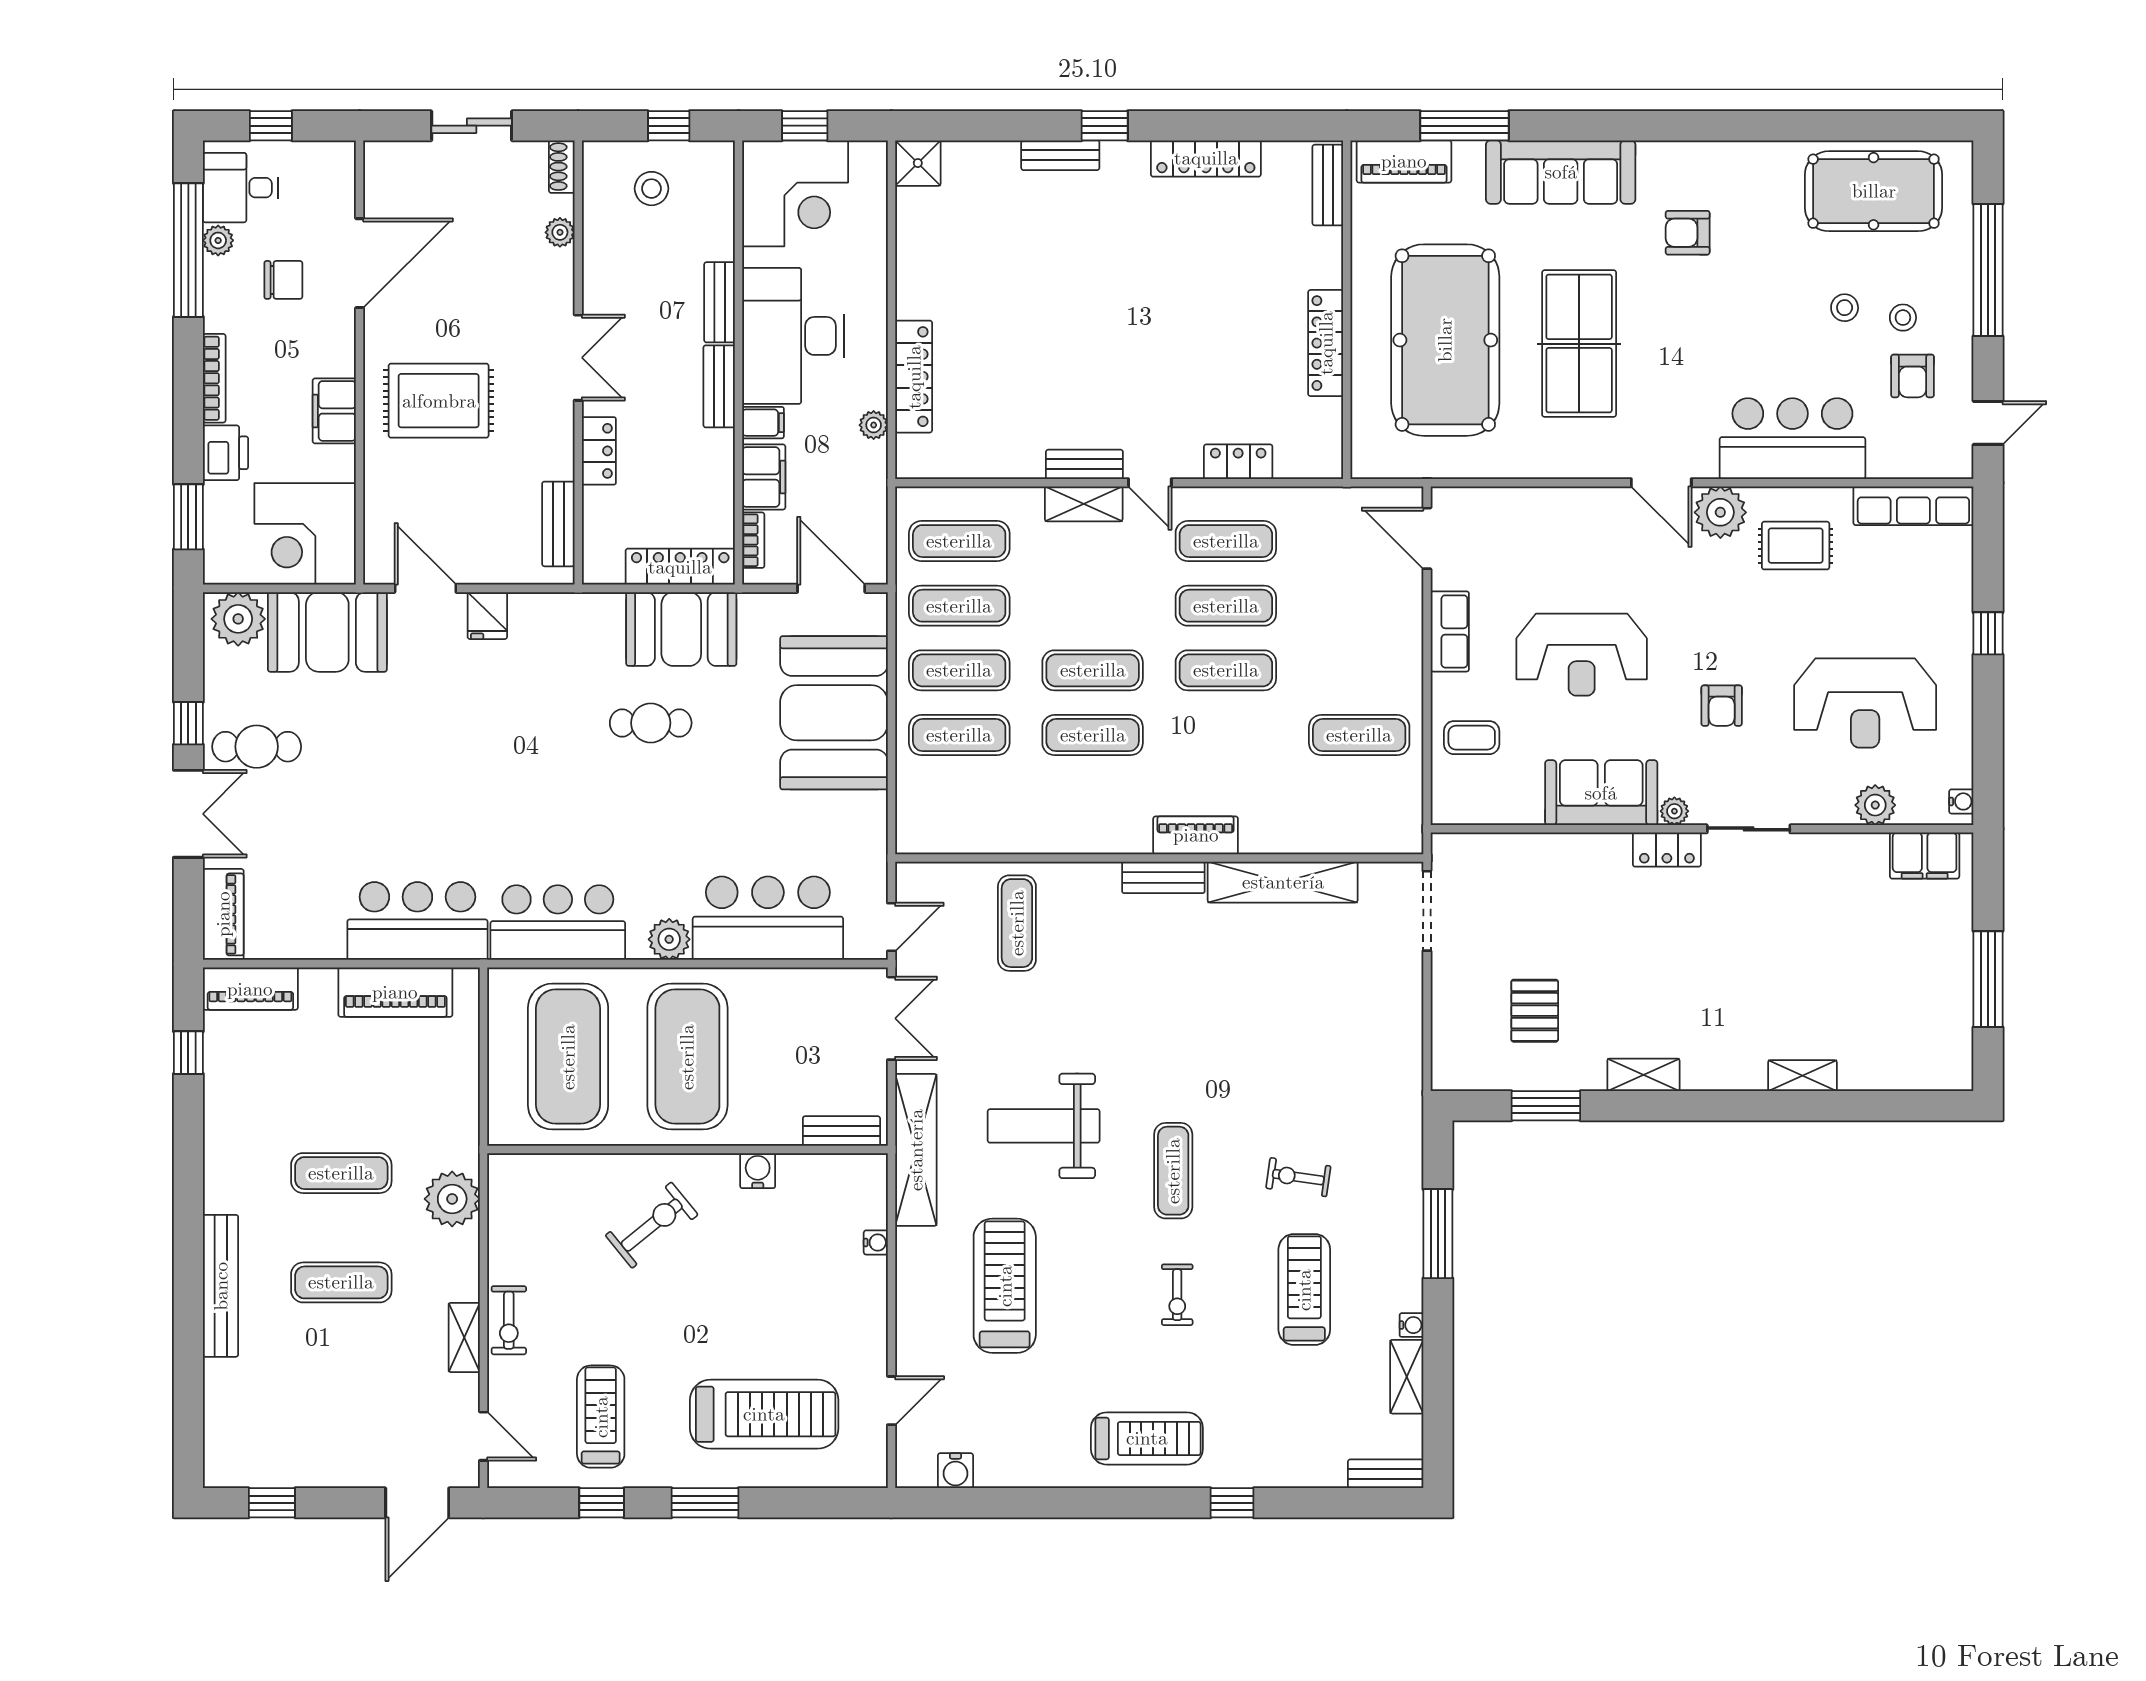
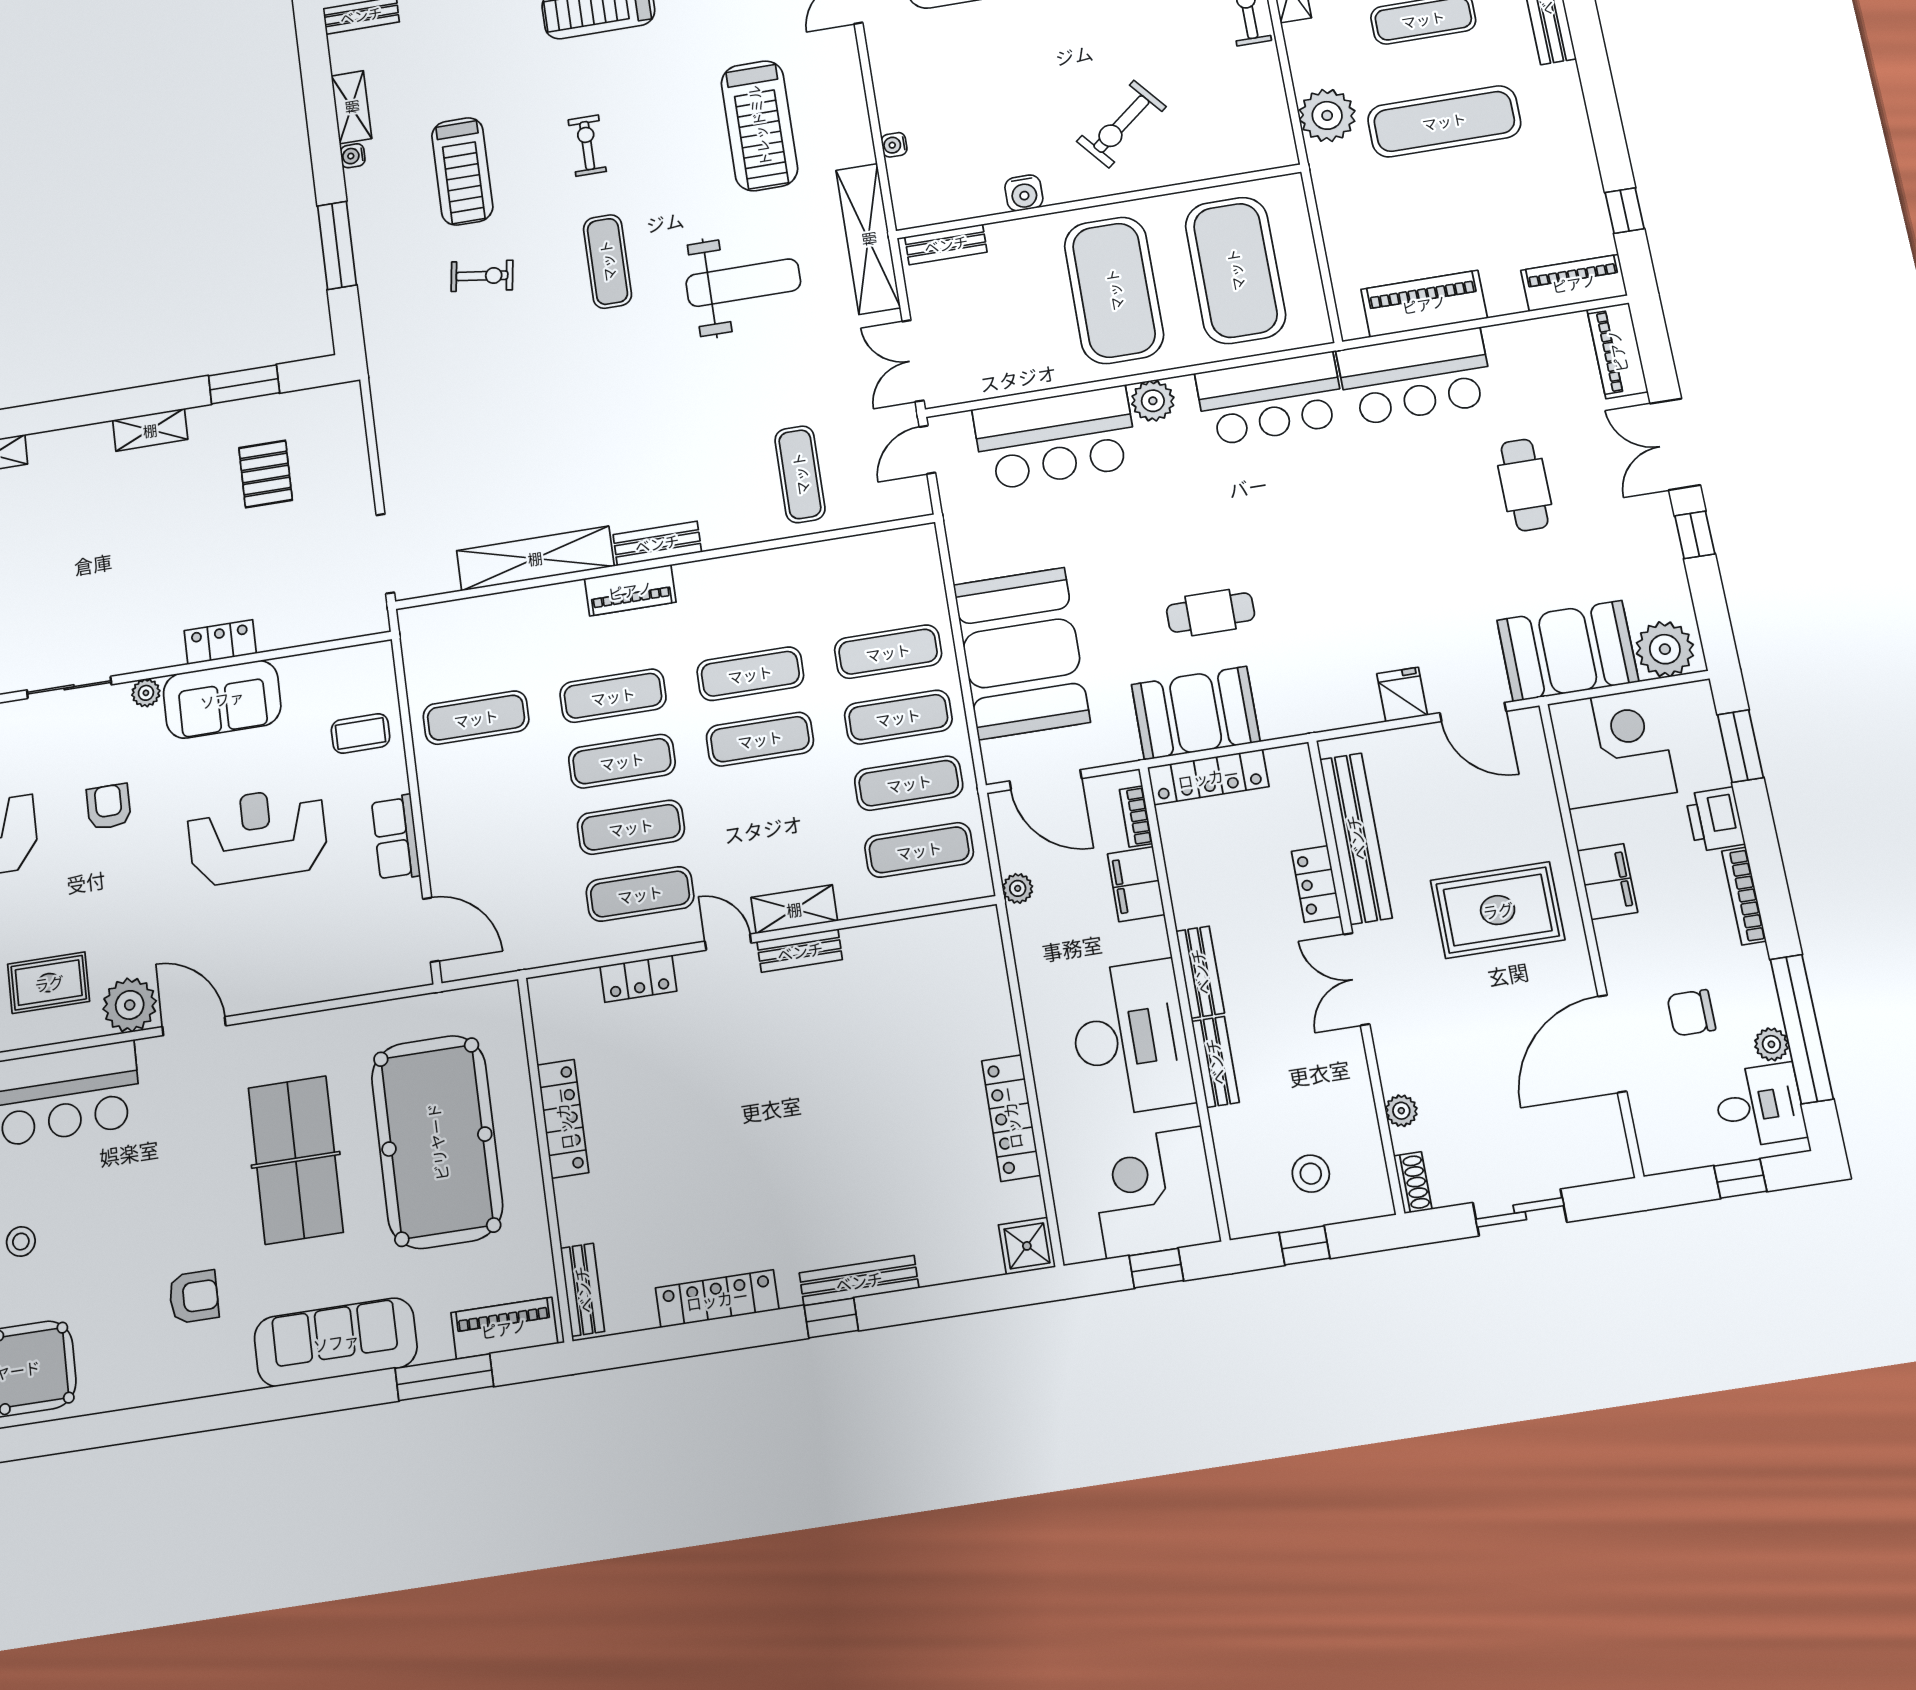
bench: (1060, 155) -> (859, 1281), width x1.36
locker: (914, 377) -> (1011, 1118), moved
filing cabinet: (763, 423) -> (1147, 941), removed
plant: (874, 425) -> (1018, 888), moved
bench: (558, 524) -> (1356, 838), width x1.86, depth x1.21
exercise mat: (1226, 735) -> (613, 696), added
cafe table: (257, 747) -> (1525, 485), moved, turned 90
locker: (1667, 850) -> (220, 642), moved
exercise mat: (341, 1173) -> (1444, 121), width x1.36, depth x1.45

